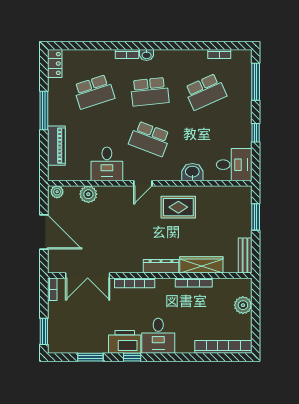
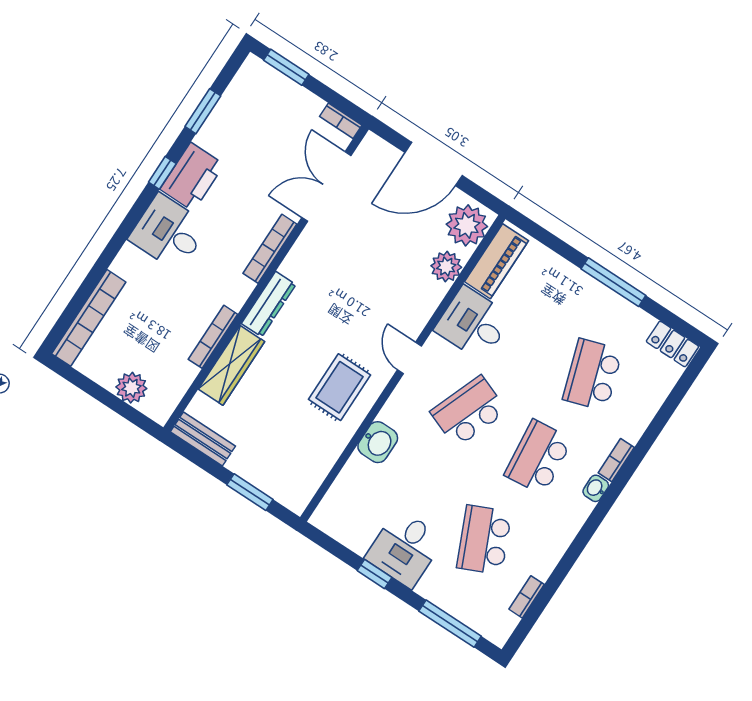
piano: (56, 146) -> (496, 261), moved, turned -90
desk: (234, 165) -> (405, 548), moved
plant: (57, 192) -> (467, 225), width x1.87, depth x1.87

